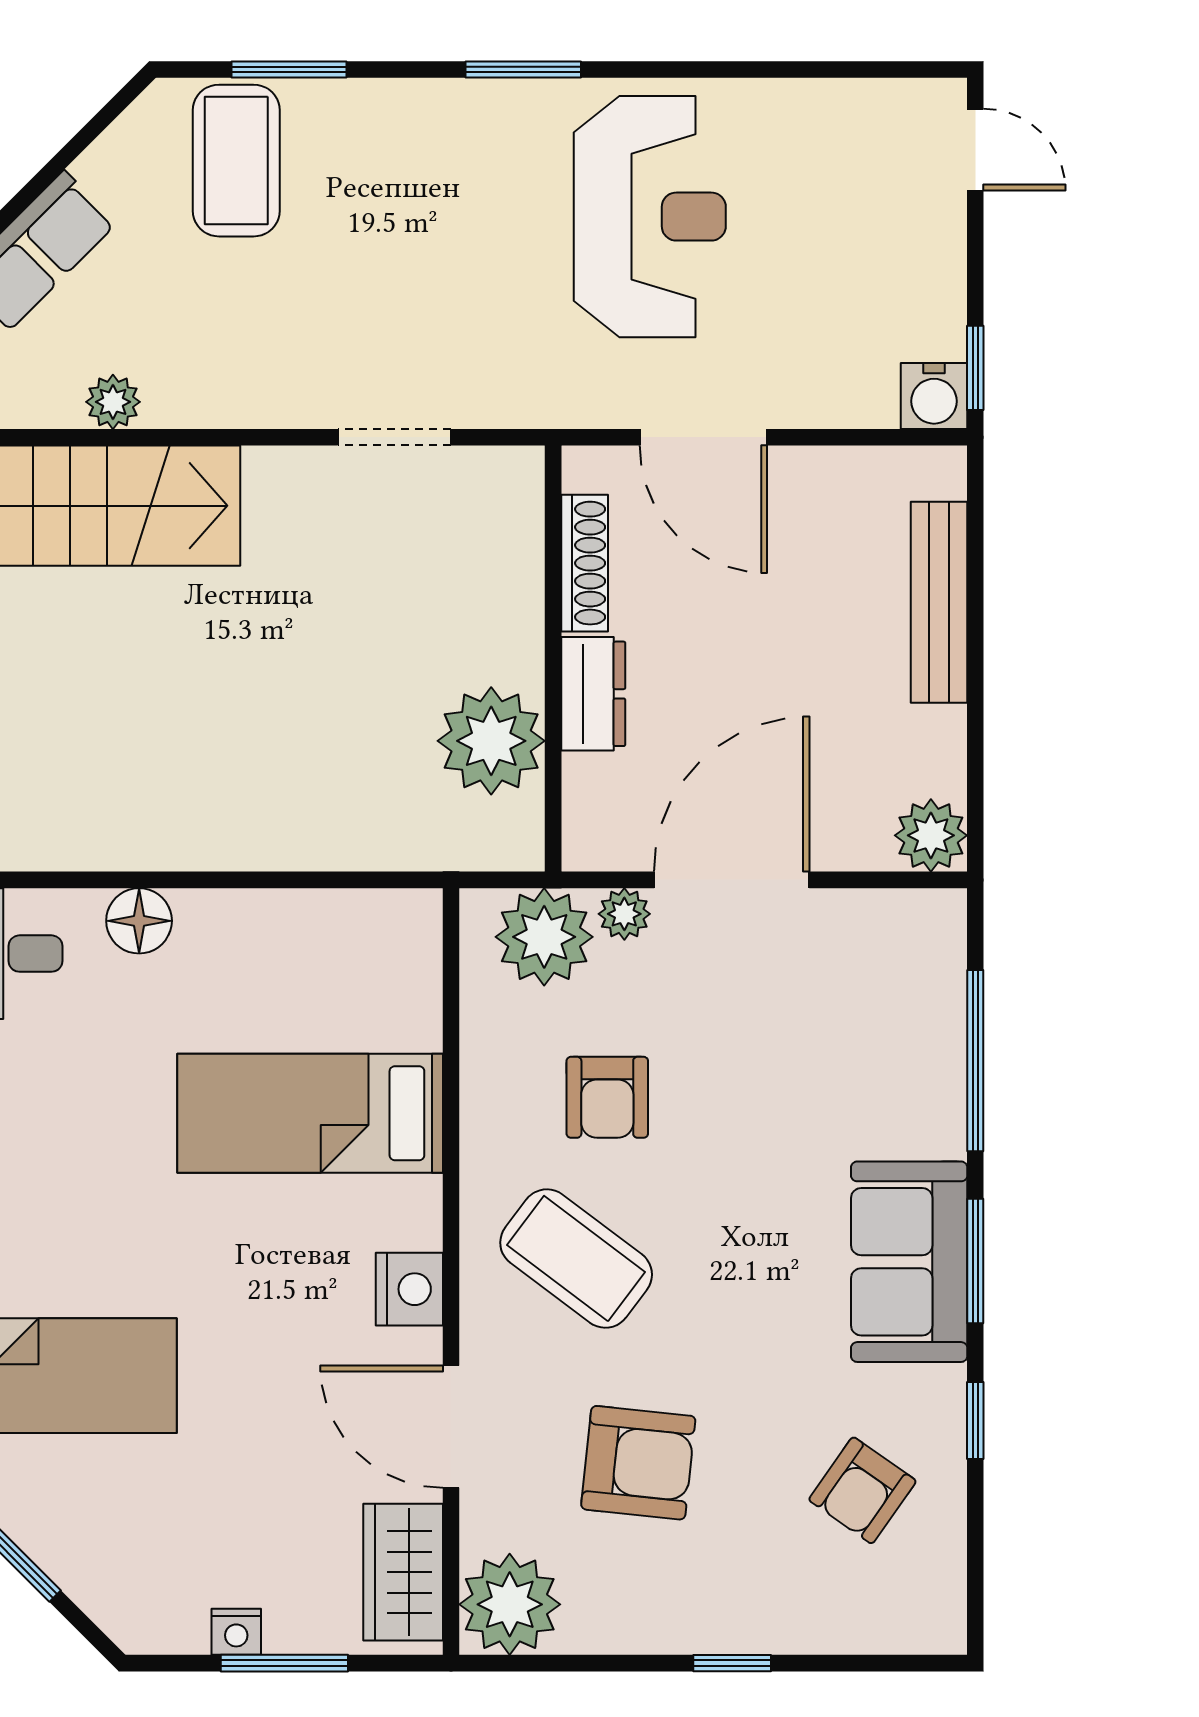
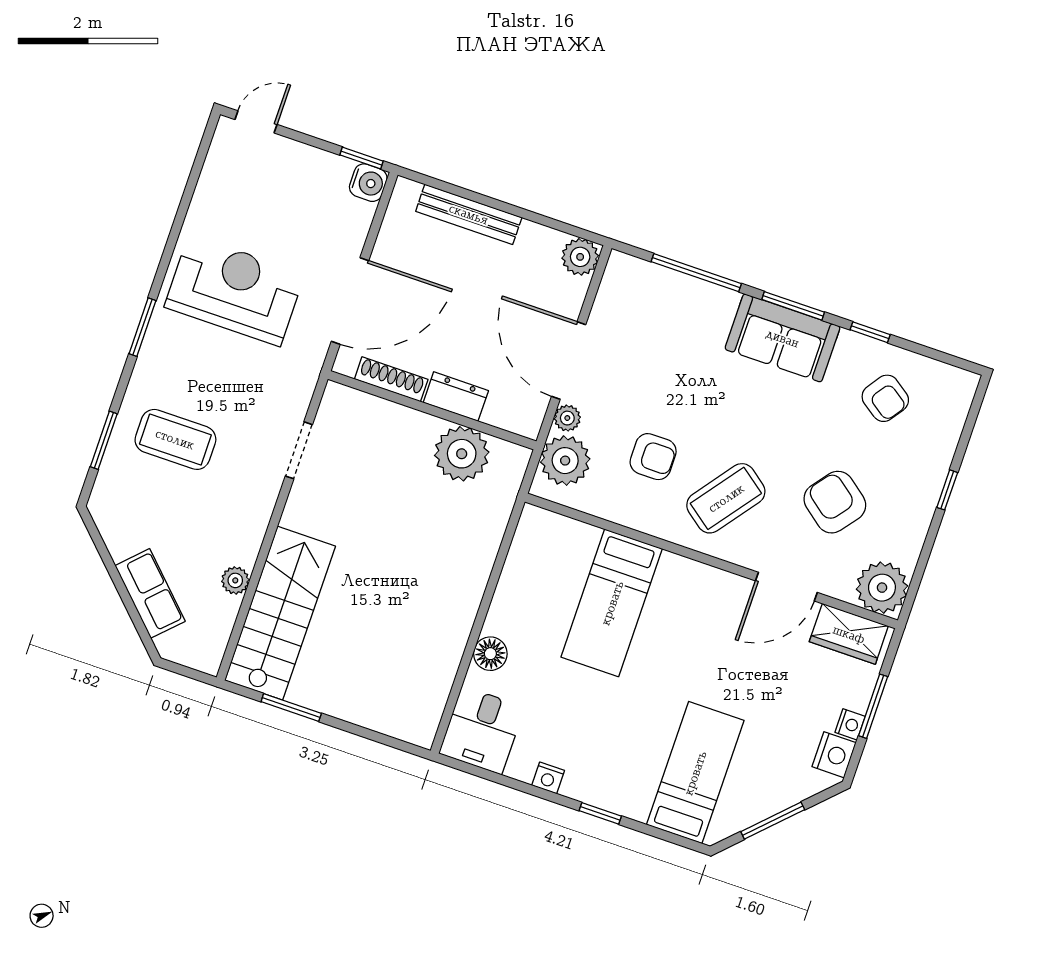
coffee table: (236, 161) -> (175, 439), moved
door: (703, 437) -> (350, 301), width x1.36
nightstand: (409, 1289) -> (834, 755), moved, turned 90
armchair: (638, 1463) -> (835, 502), turned -58

